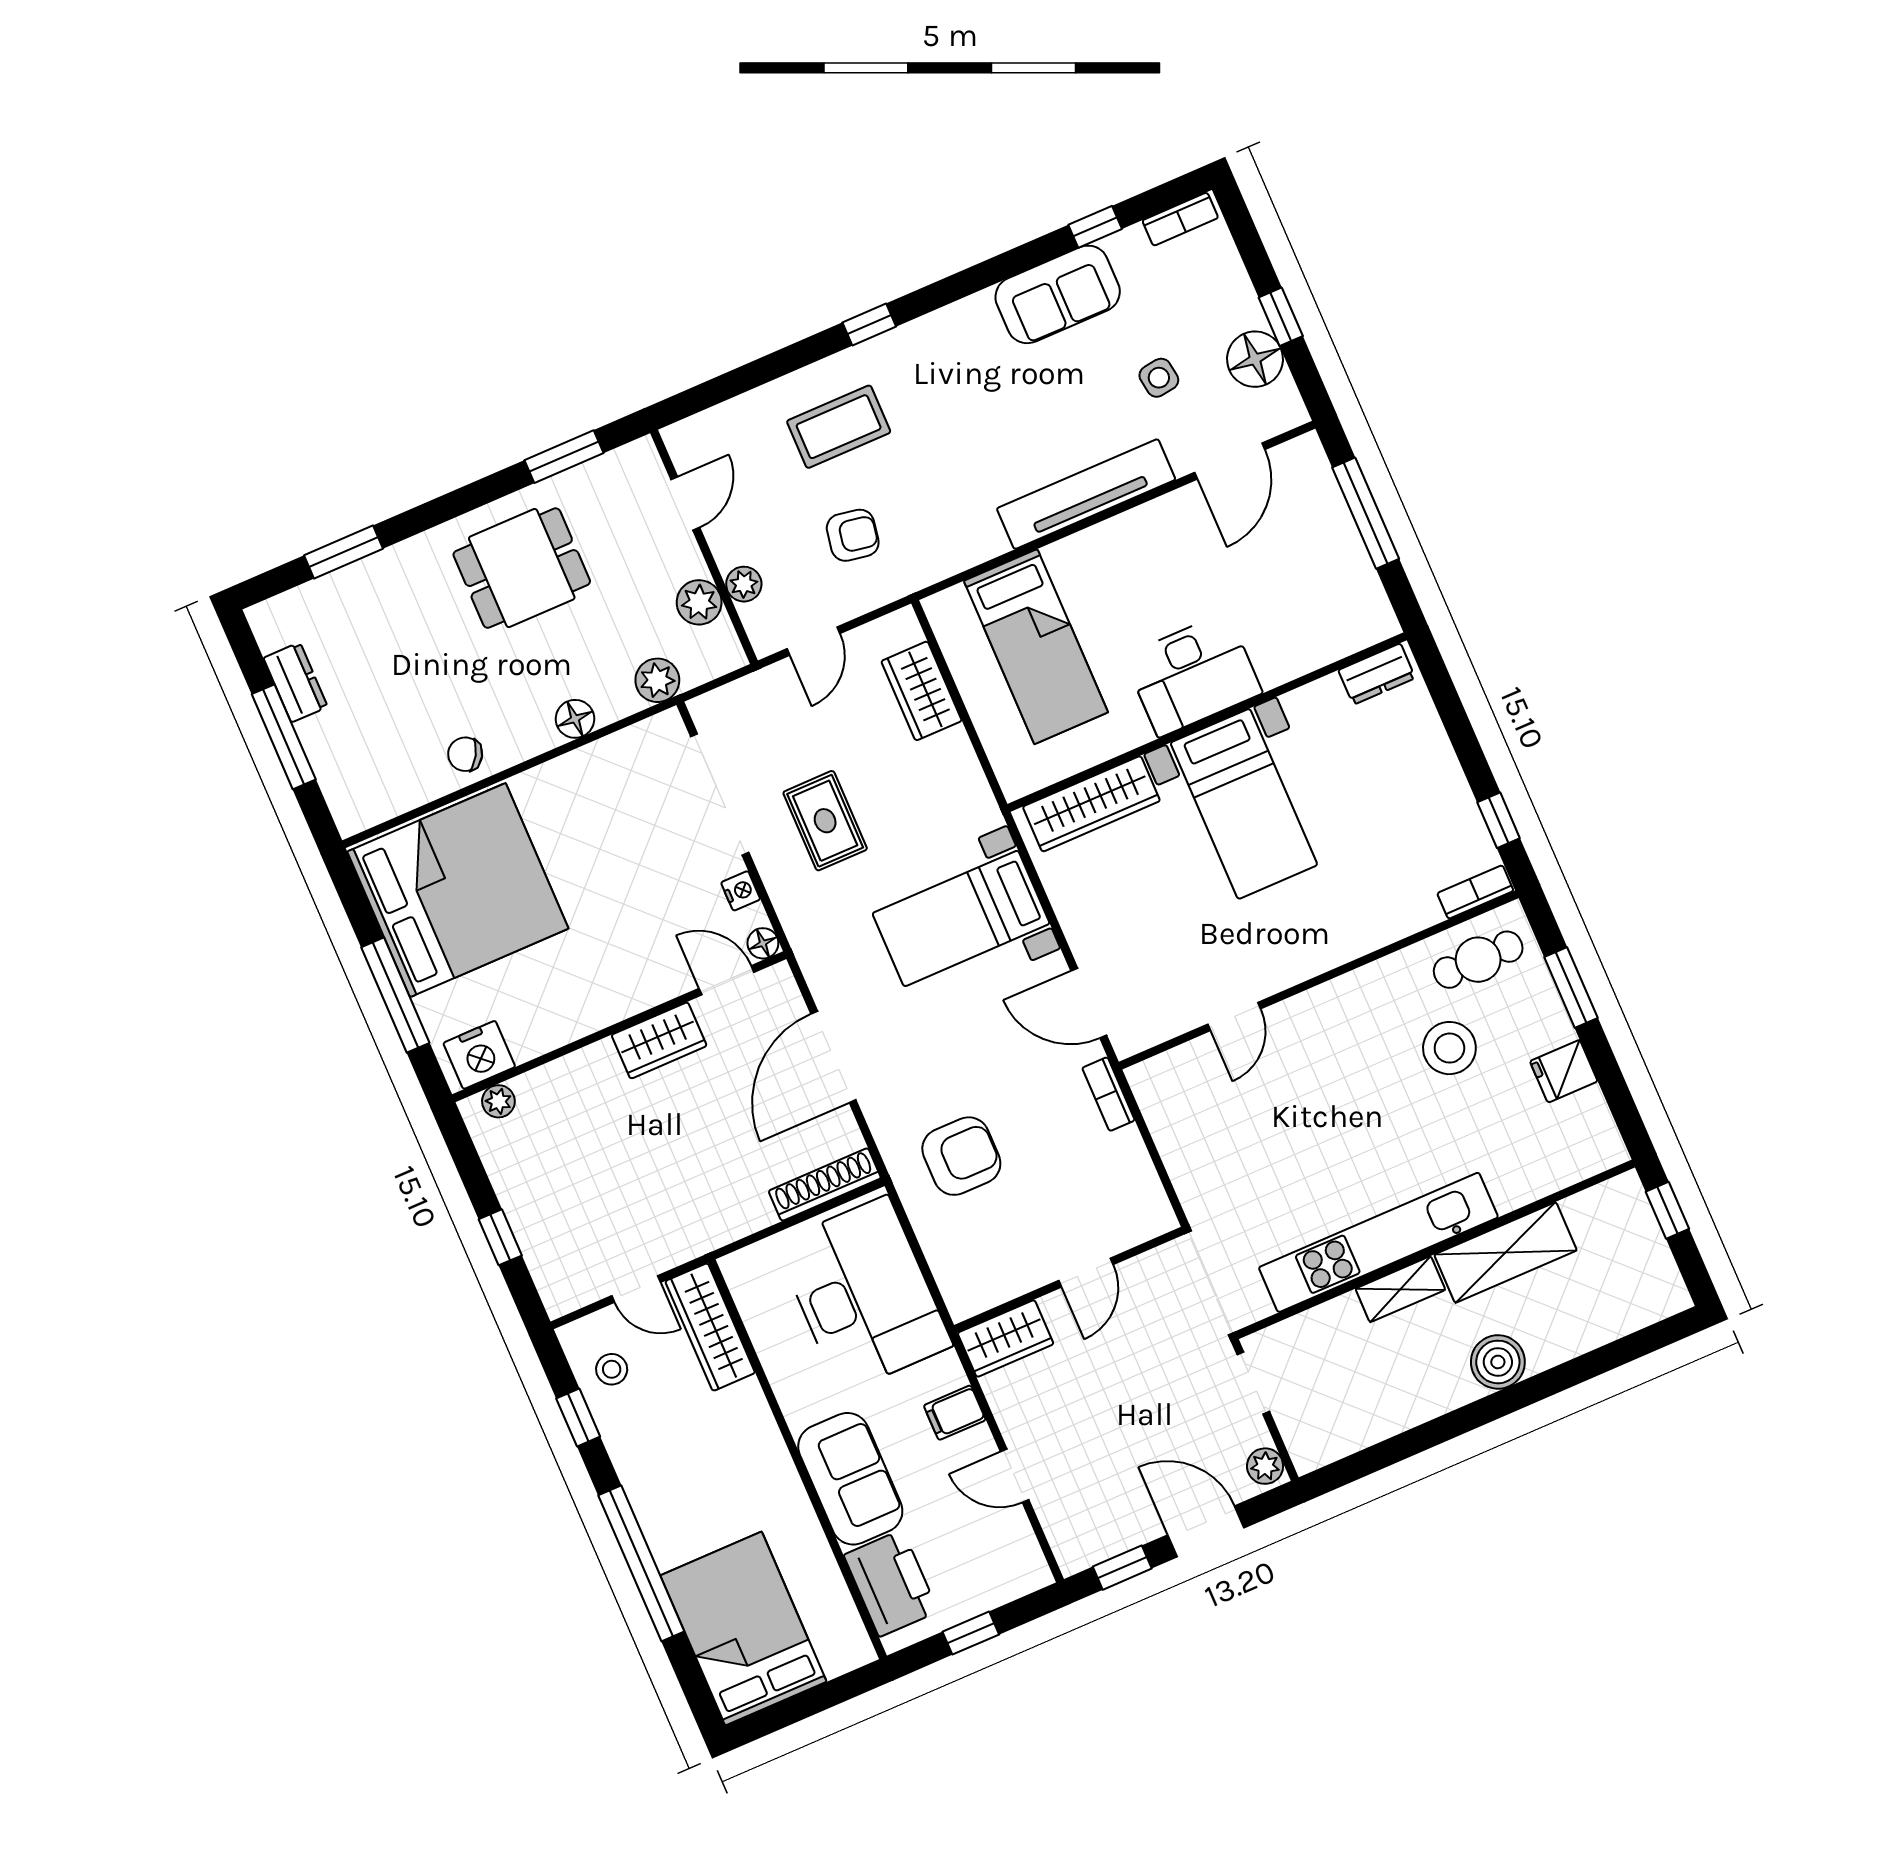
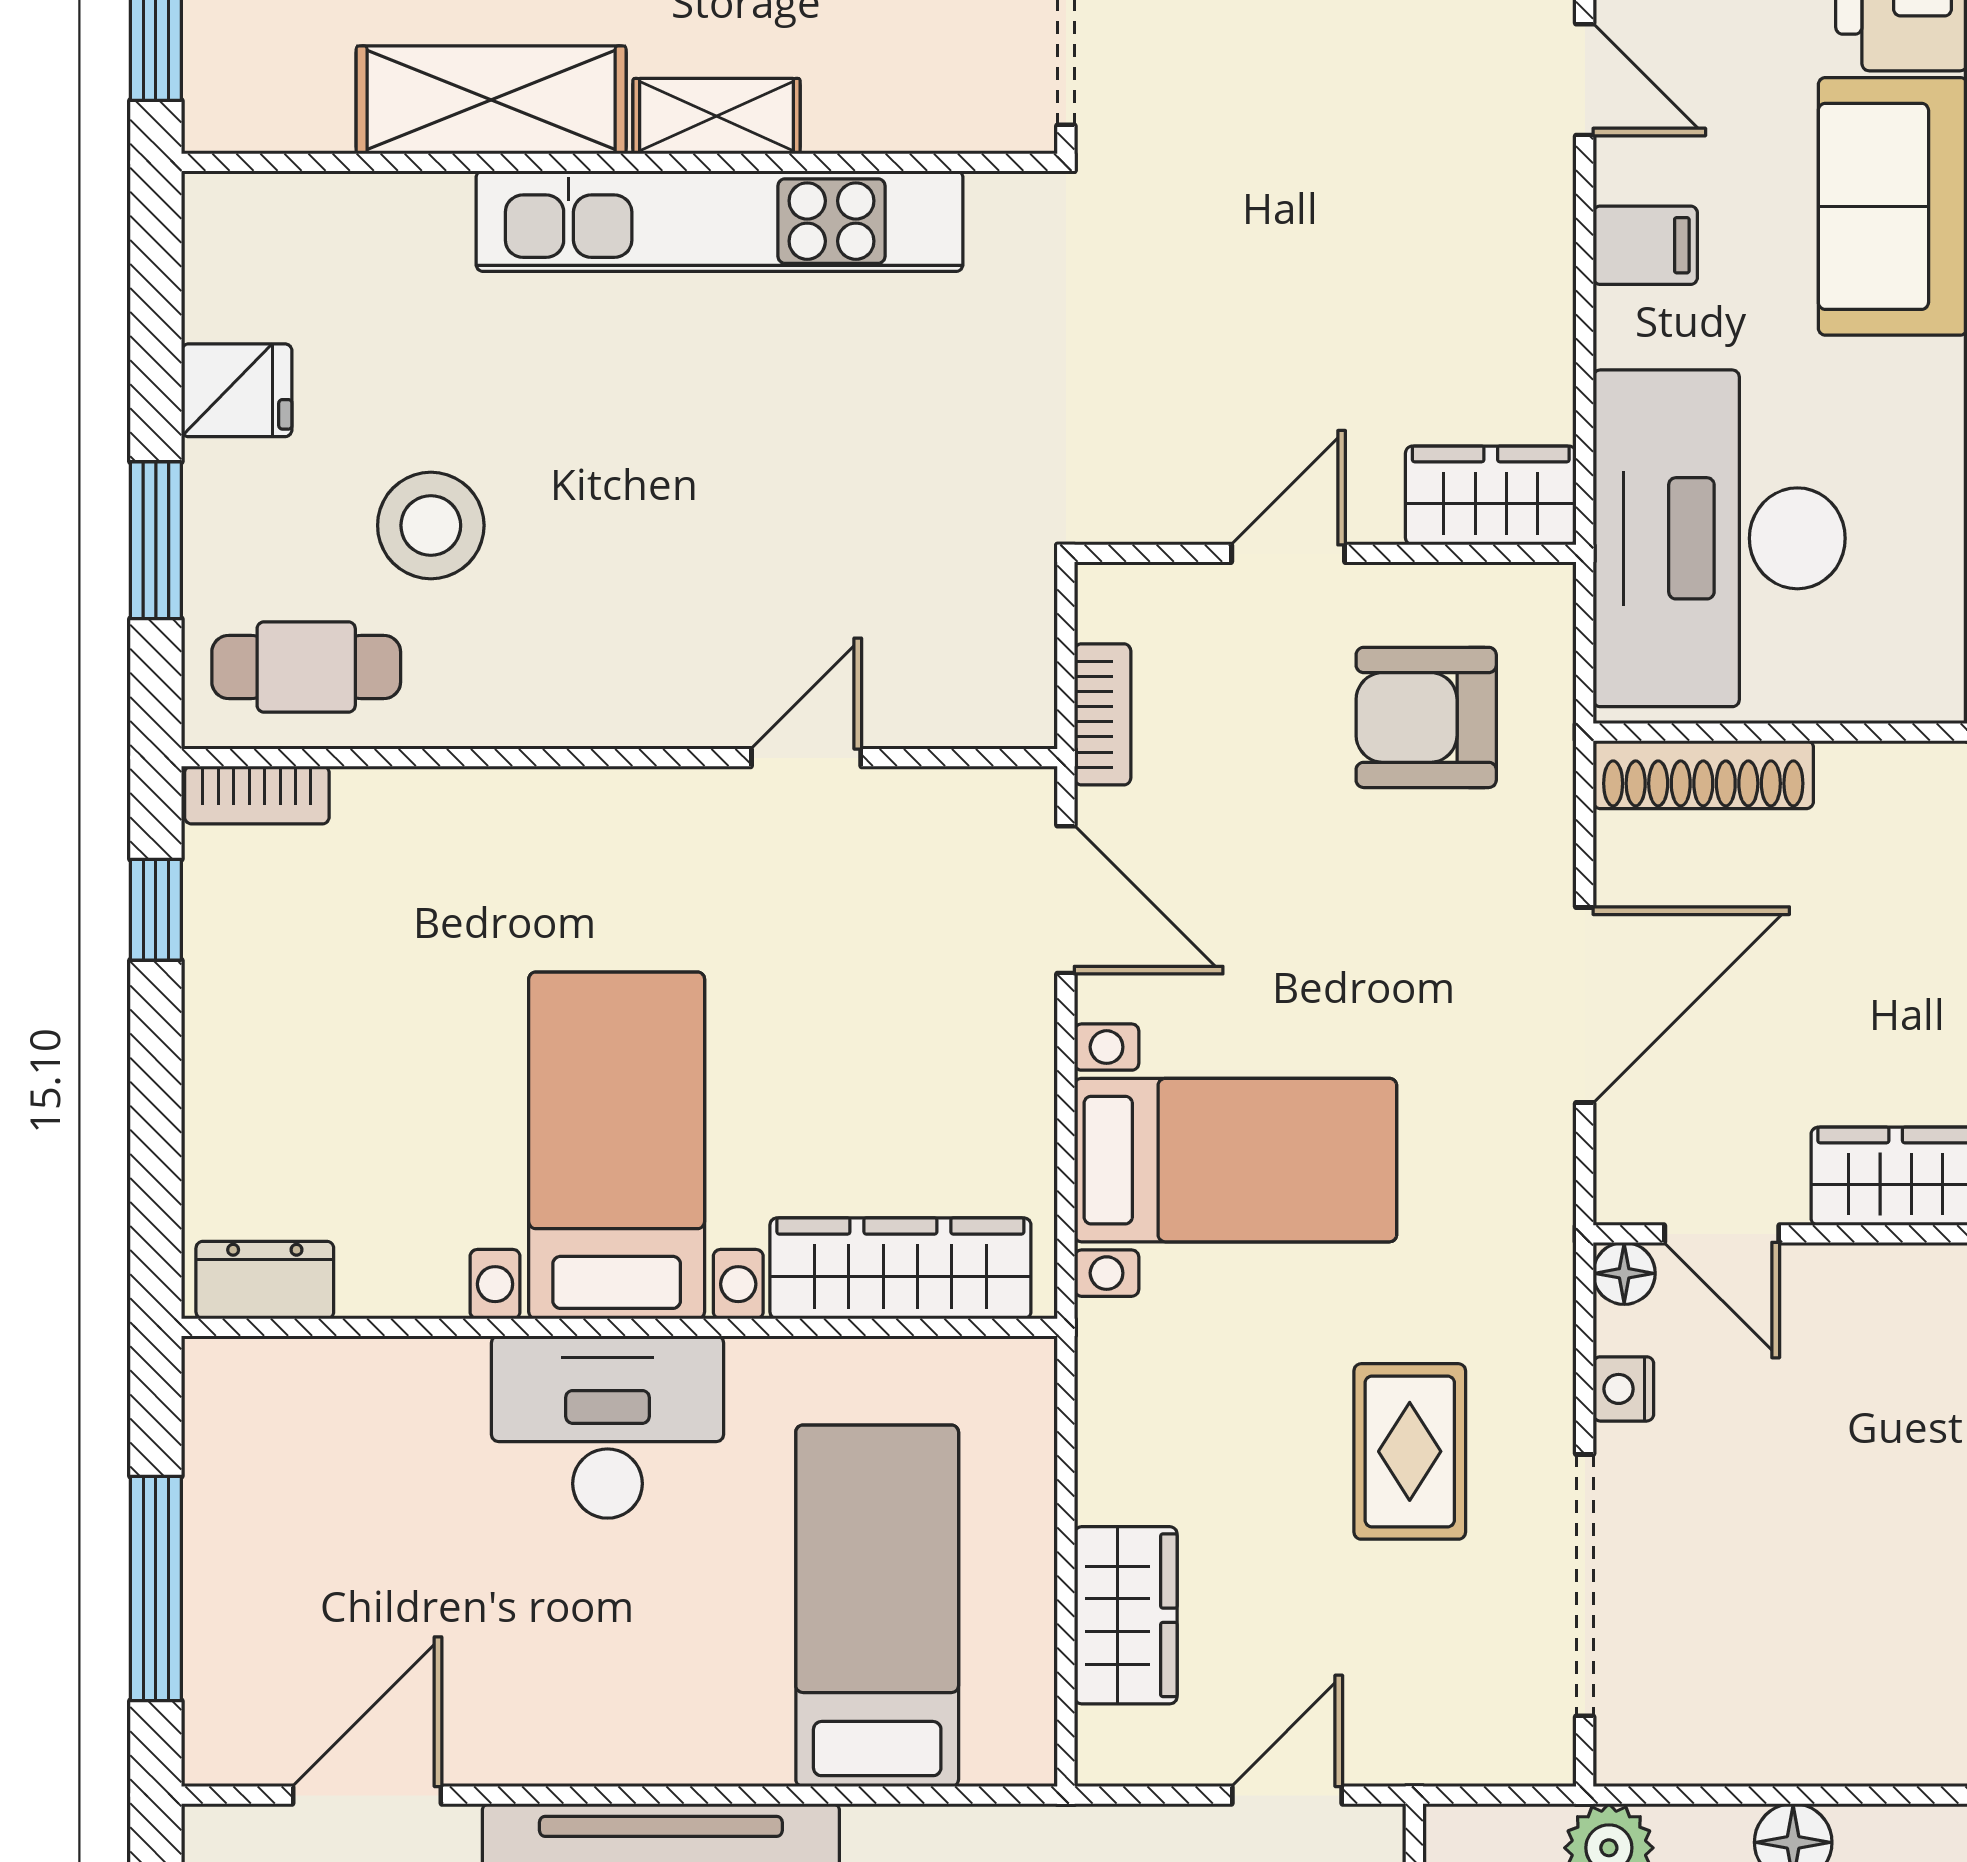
door: (1086, 1273) -> (1288, 553), moved
wall: (1069, 1280) -> (1325, 553), moved
wardrobe: (1006, 1338) -> (1491, 495), moved

